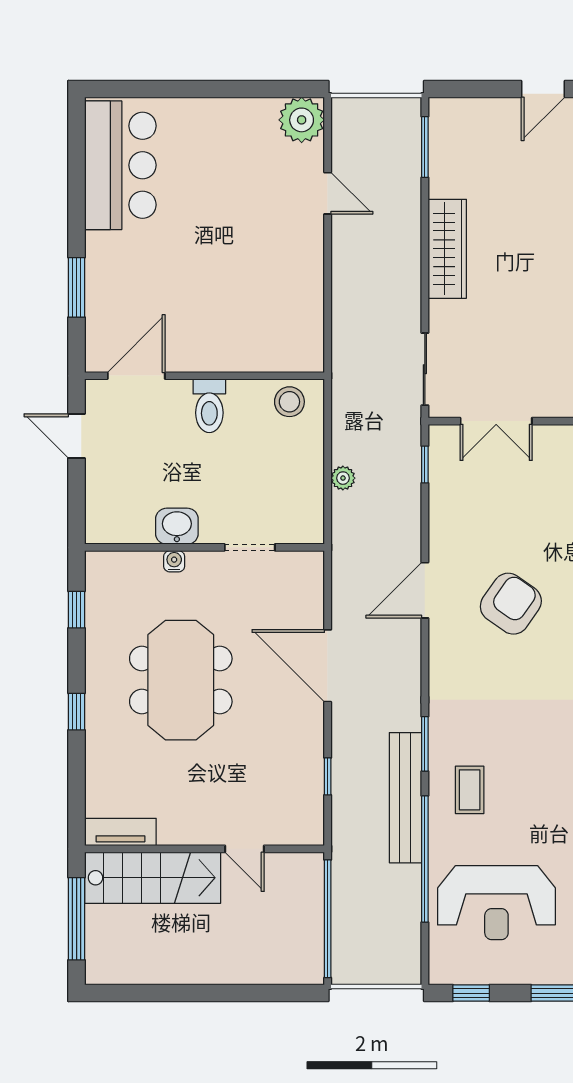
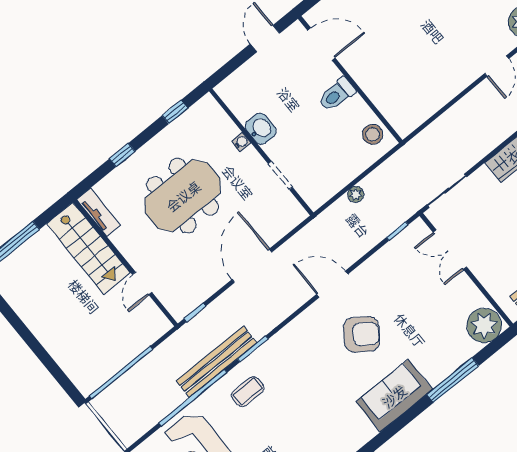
tv unit: (120, 832) -> (99, 212), moved
wall: (205, 849) -> (125, 263), moved
door: (244, 849) -> (142, 284), moved
stairs: (153, 878) -> (88, 248), moved

